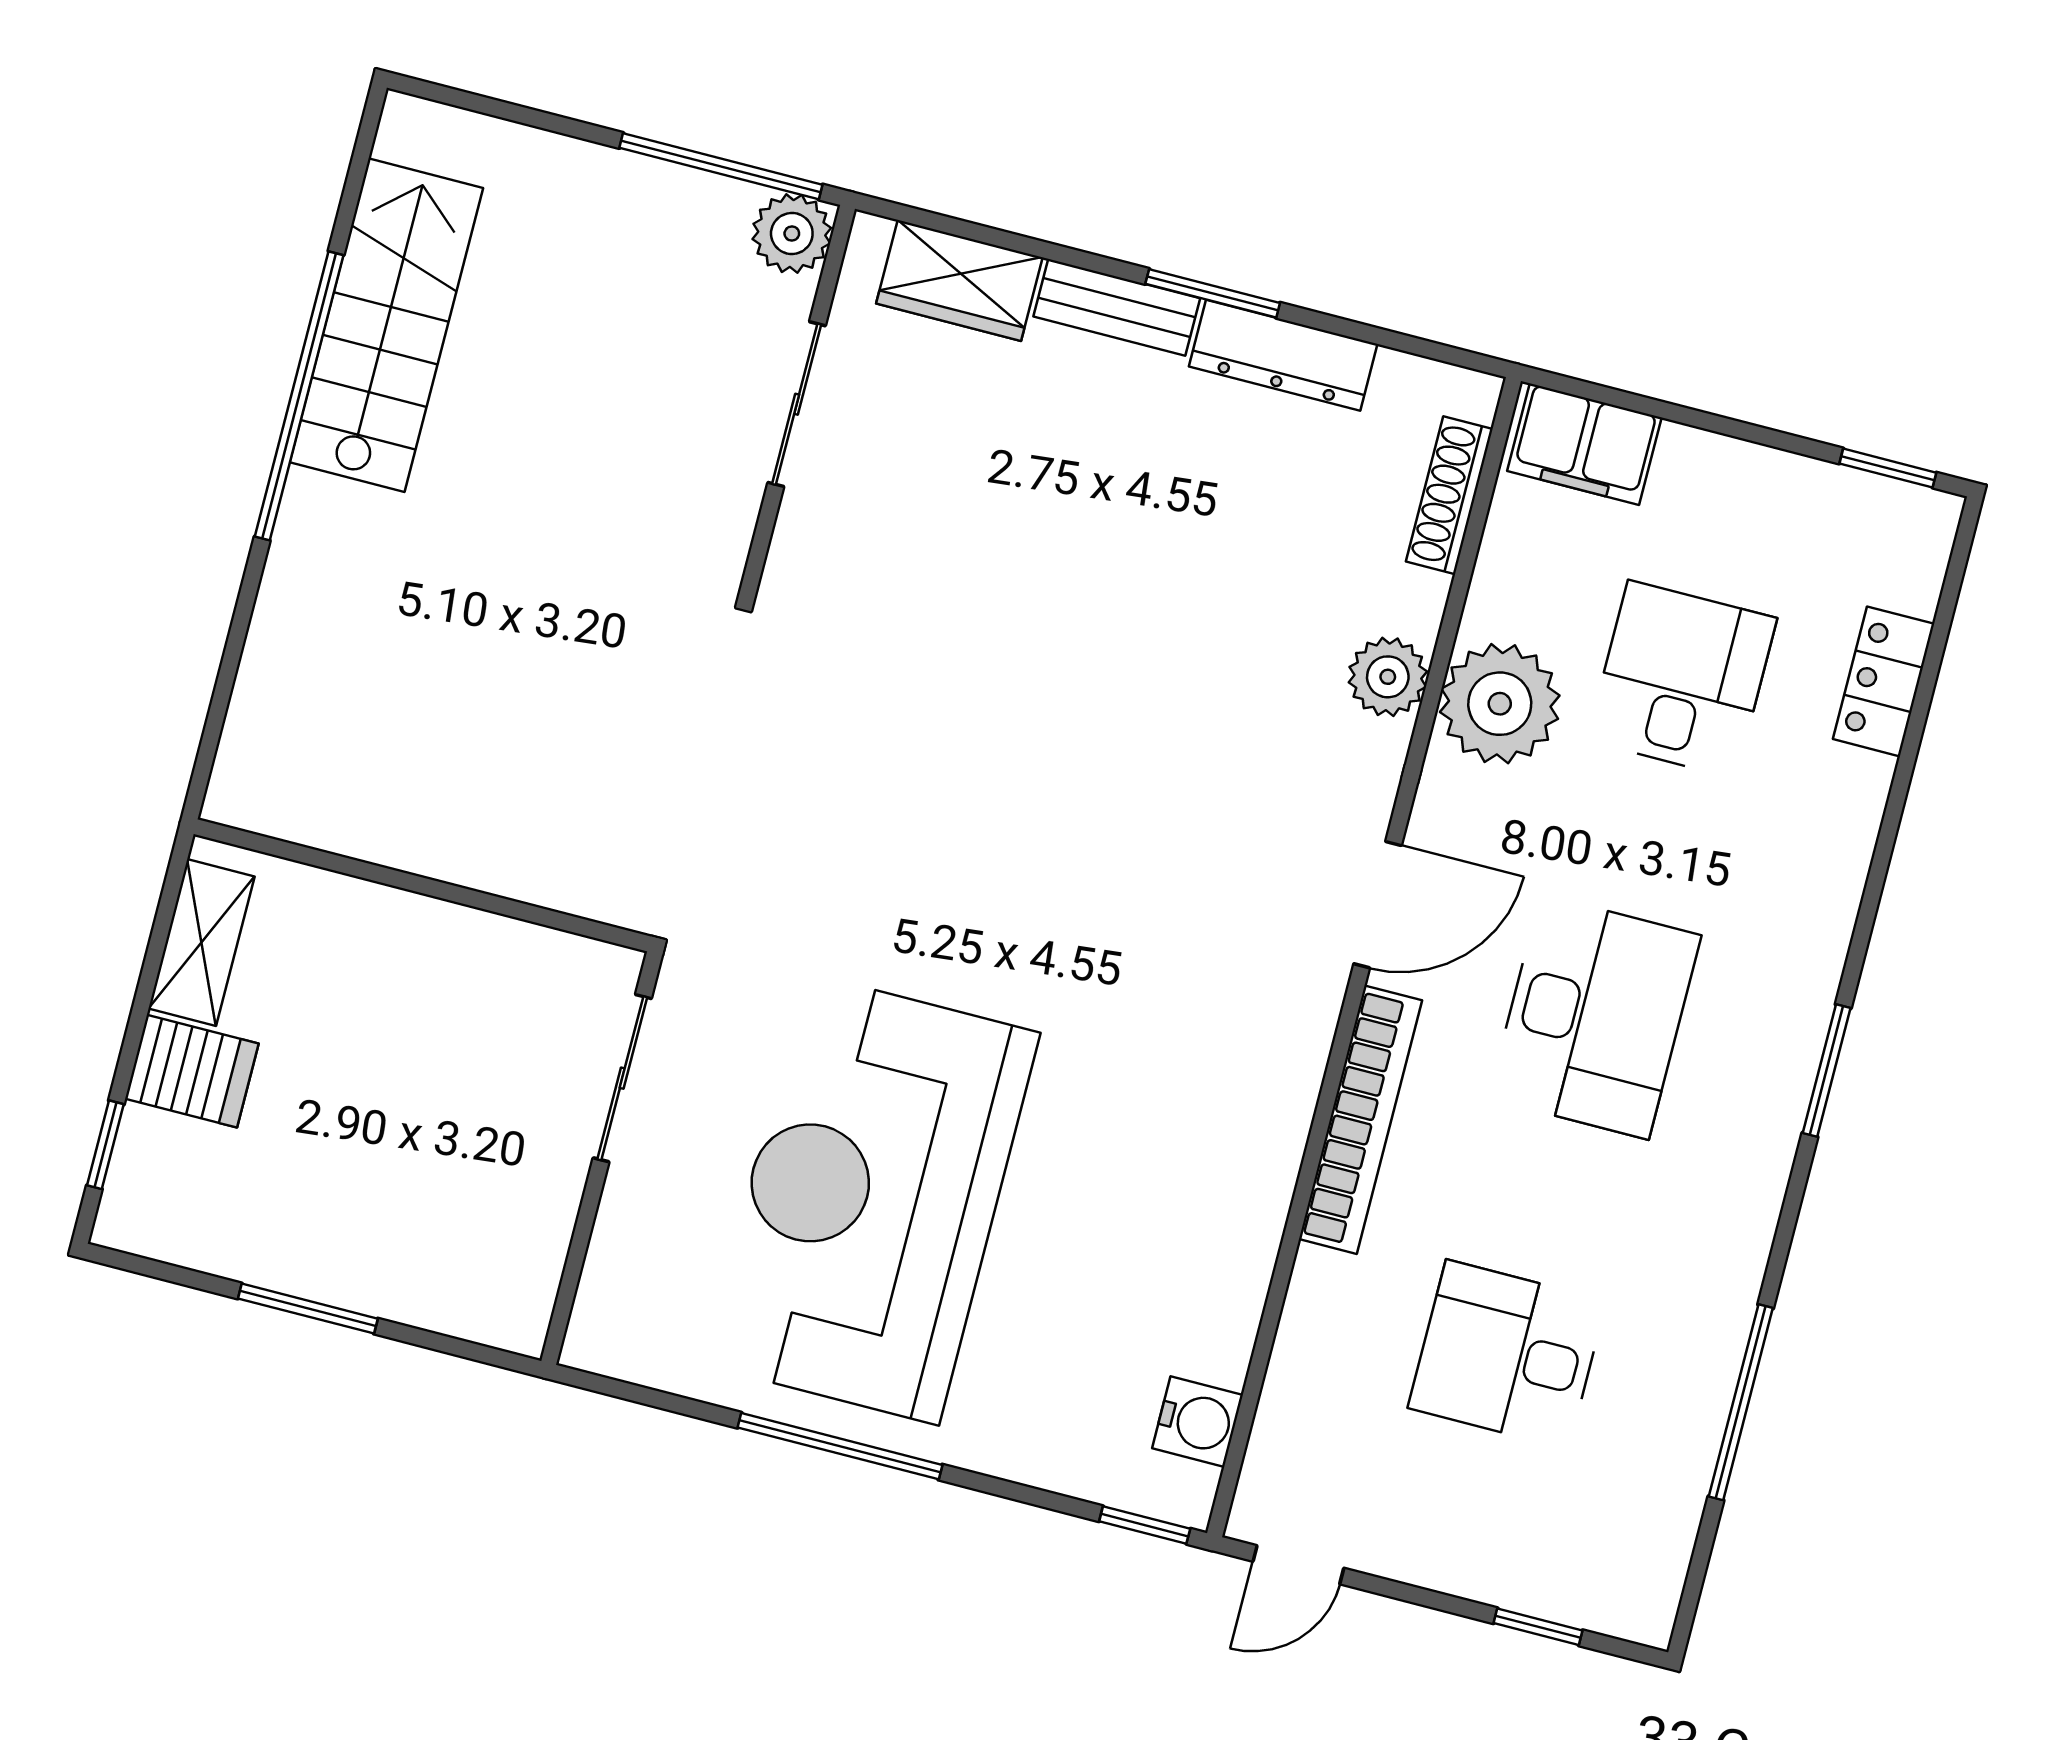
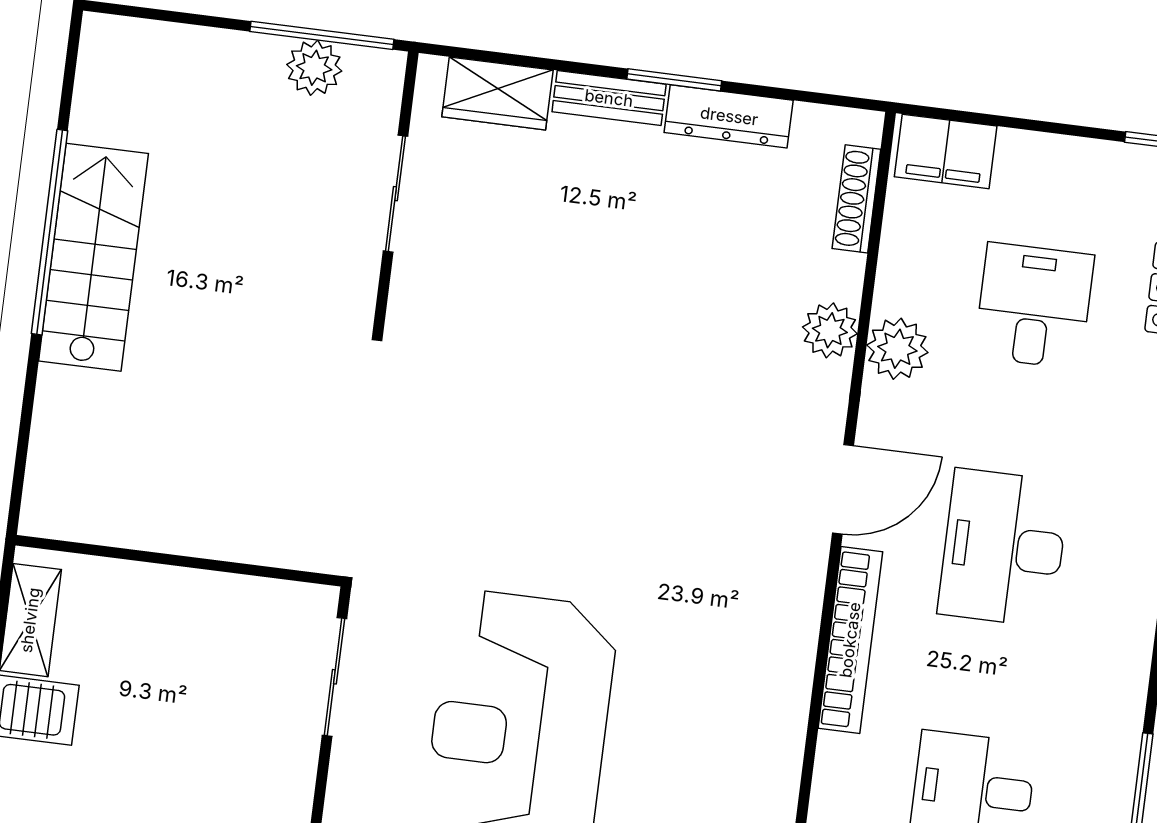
plant: (792, 233) -> (314, 68), moved
stairs: (386, 325) -> (94, 257), moved
plant: (1500, 704) -> (897, 349), width x0.73, depth x0.73
desk: (1595, 1017) -> (1004, 548), turned 180

